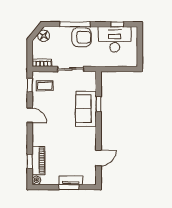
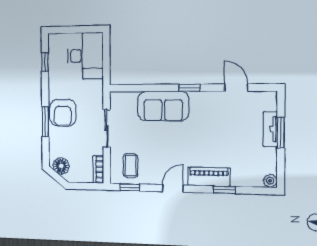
window: (75, 24) -> (45, 122), width x0.69
armchair: (81, 37) -> (63, 113), turned 180
desk: (115, 39) -> (85, 56), moved, turned 180
window: (99, 104) -> (189, 88), moved
window: (30, 161) -> (224, 190), moved
piano: (38, 161) -> (209, 177), moved

